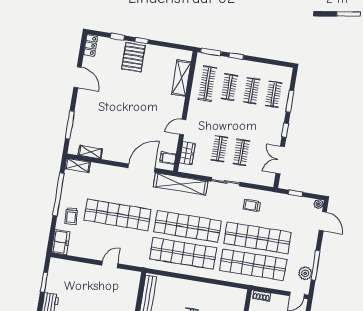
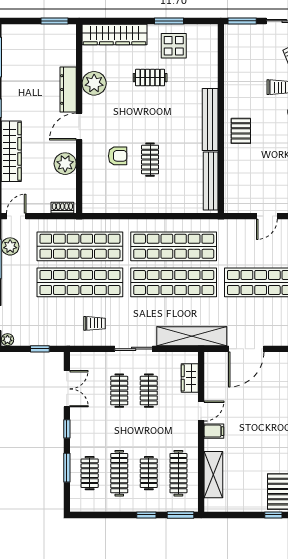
clothes rail: (251, 91) -> (119, 473), width x1.36
filing cabinet: (168, 158) -> (214, 431), moved

